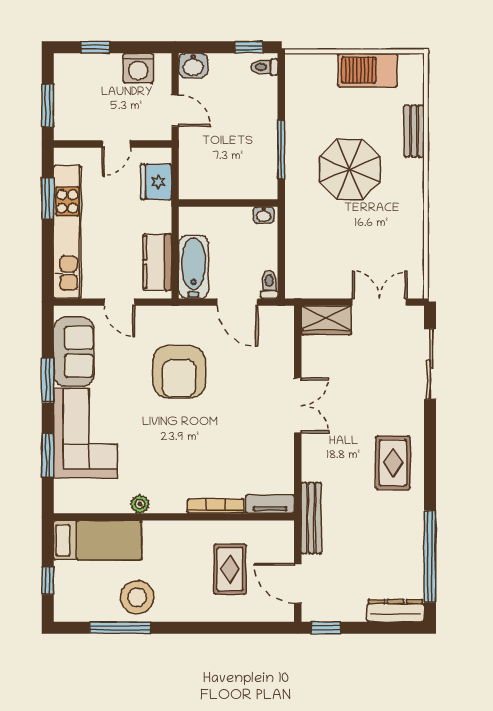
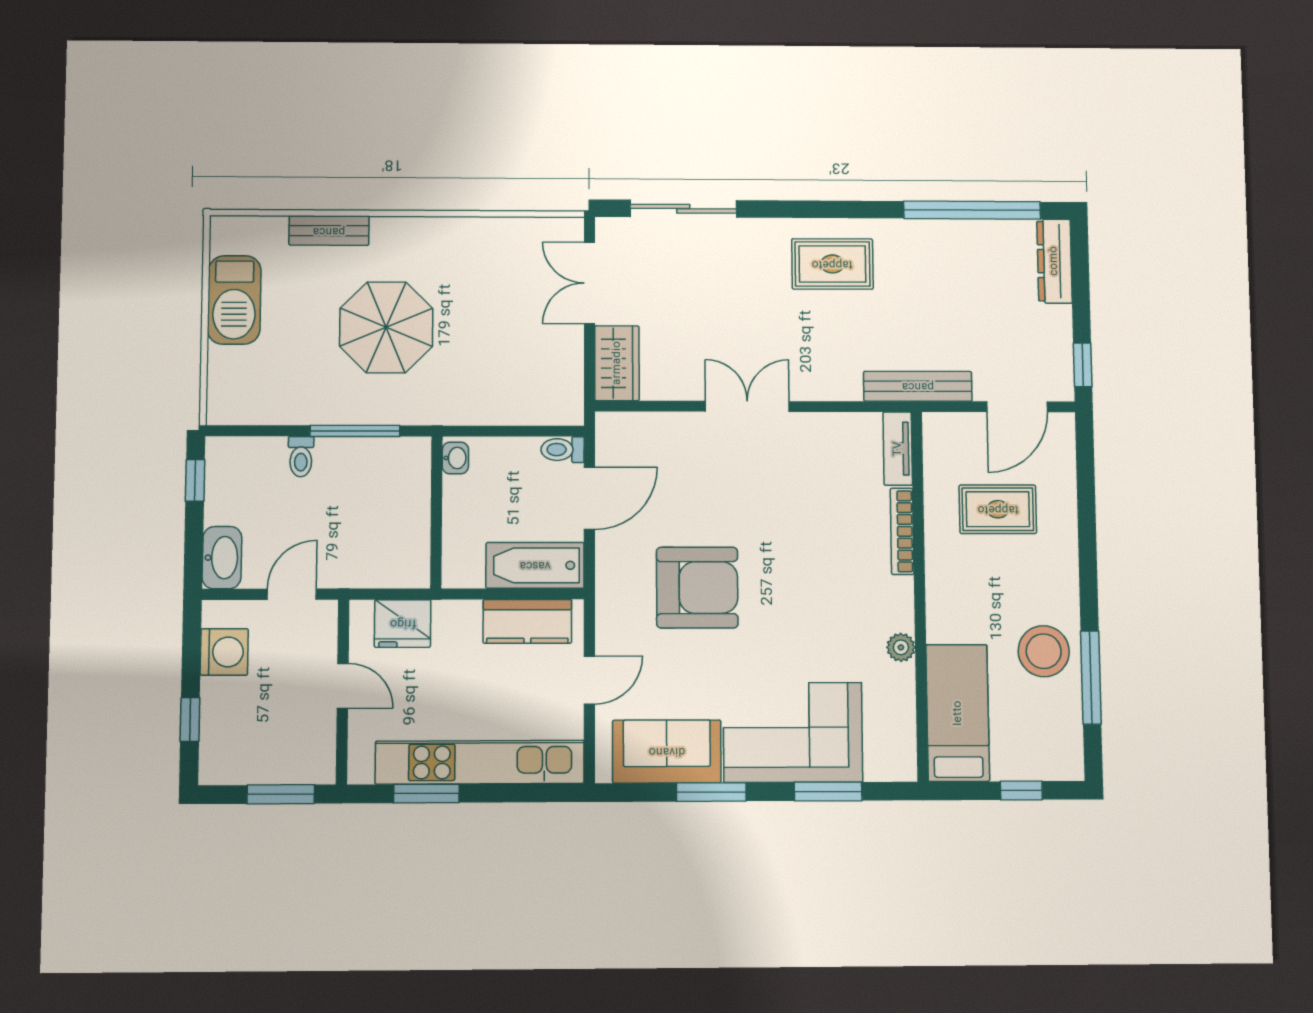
washbasin: (193, 65) -> (222, 558), width x1.38
toilet: (264, 67) -> (301, 457), moved

